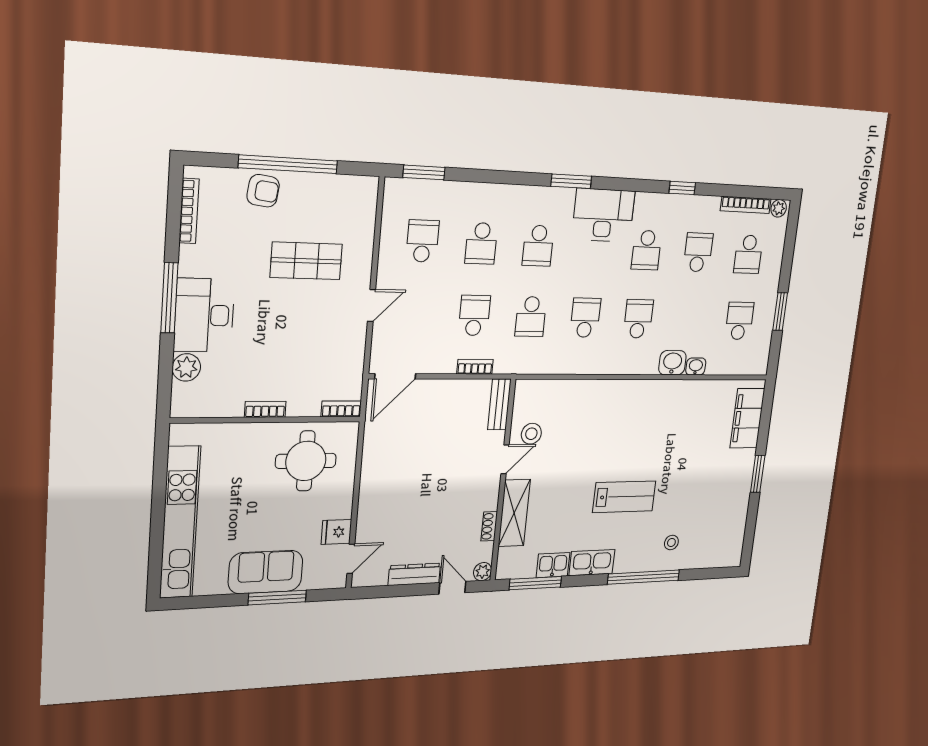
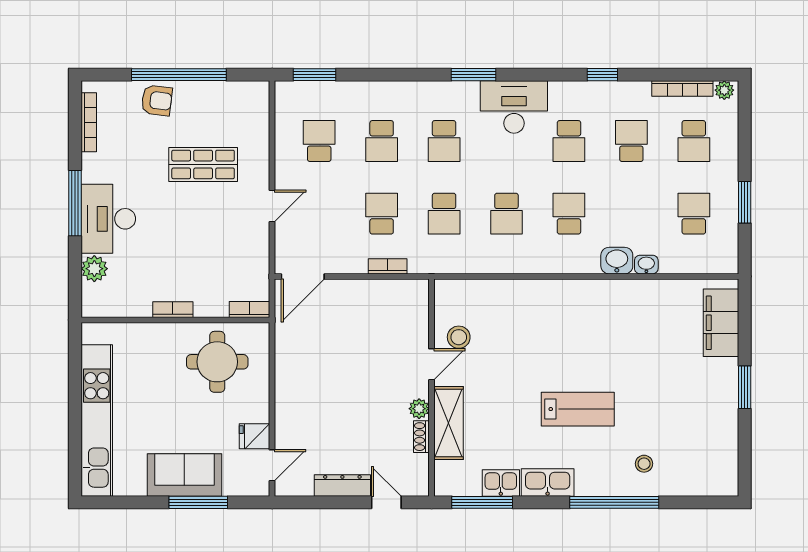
school desk: (585, 318) -> (506, 214), turned 180
bench: (499, 404) -> (419, 306), removed
plant: (483, 572) -> (419, 409), moved

